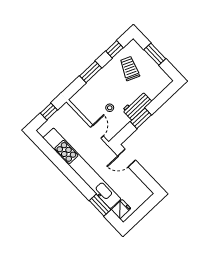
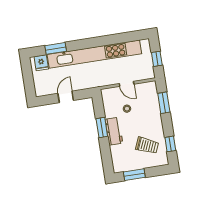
window: (155, 54) -> (134, 175), moved
window: (91, 72) -> (164, 103), moved
door: (97, 132) -> (127, 84), moved
door: (127, 158) -> (66, 97), moved

